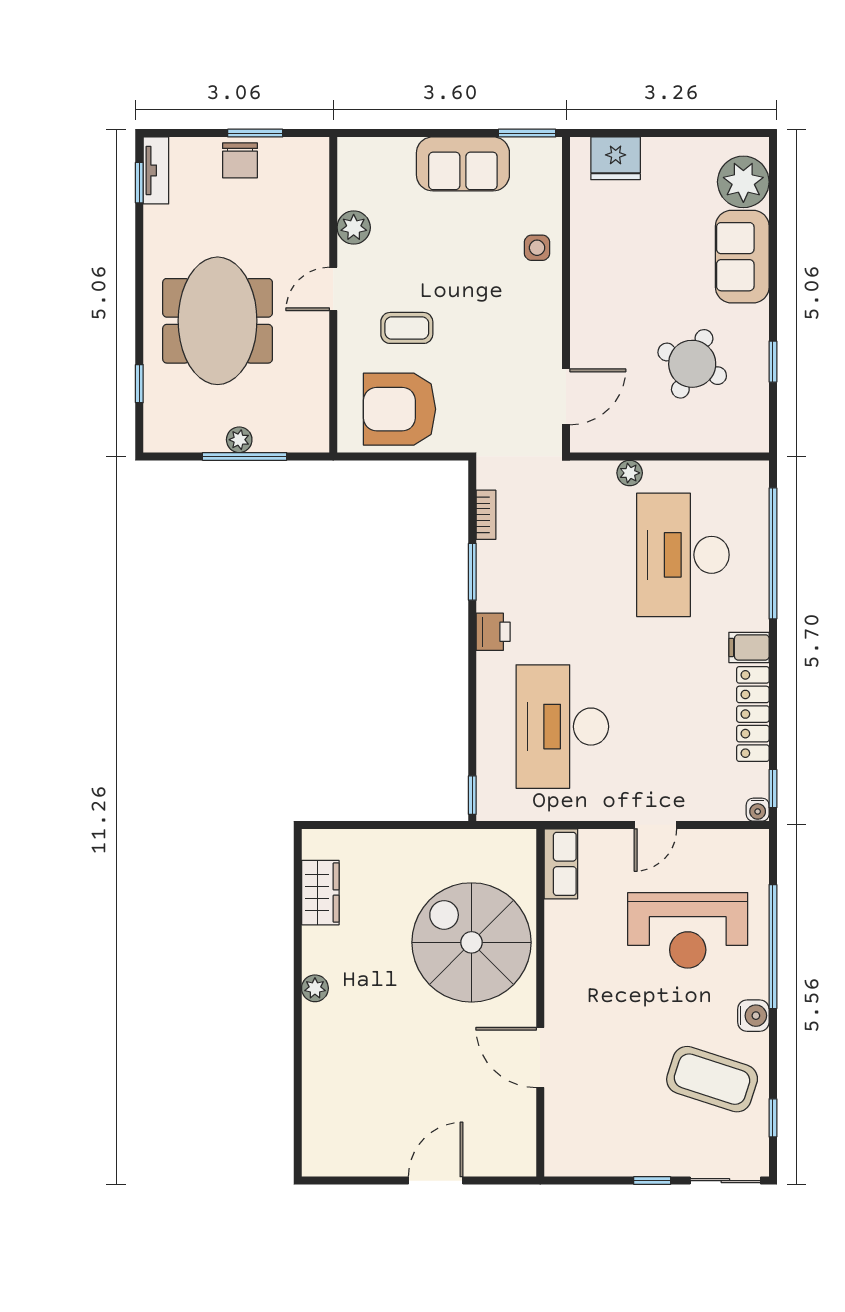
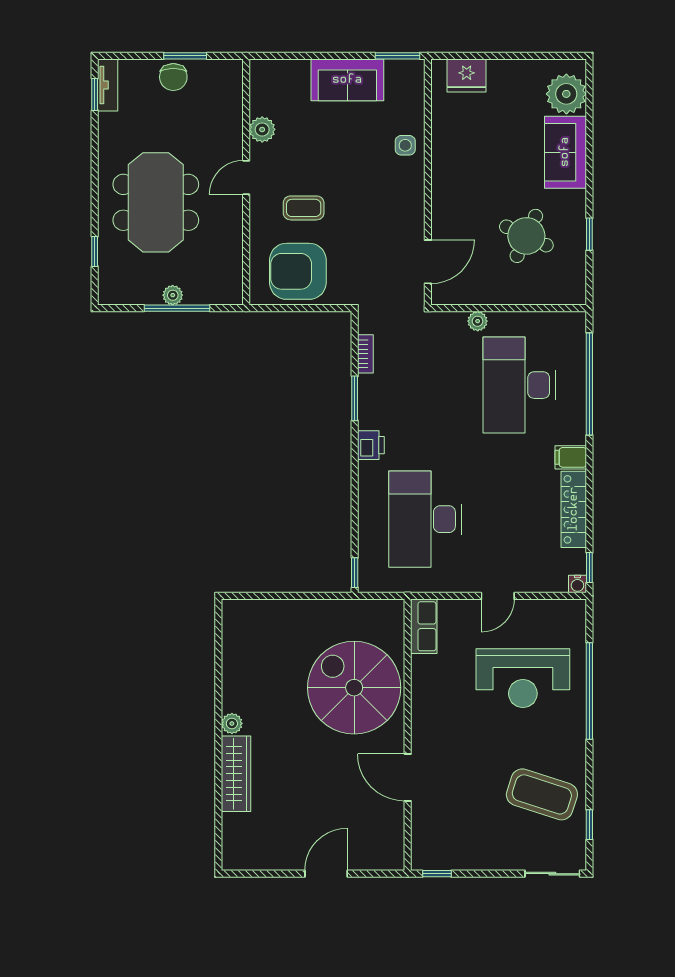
wardrobe: (320, 893) -> (236, 774), moved, width x1.50
water cooler: (753, 1016) -> (574, 745), removed
window: (652, 1181) -> (437, 874), moved

